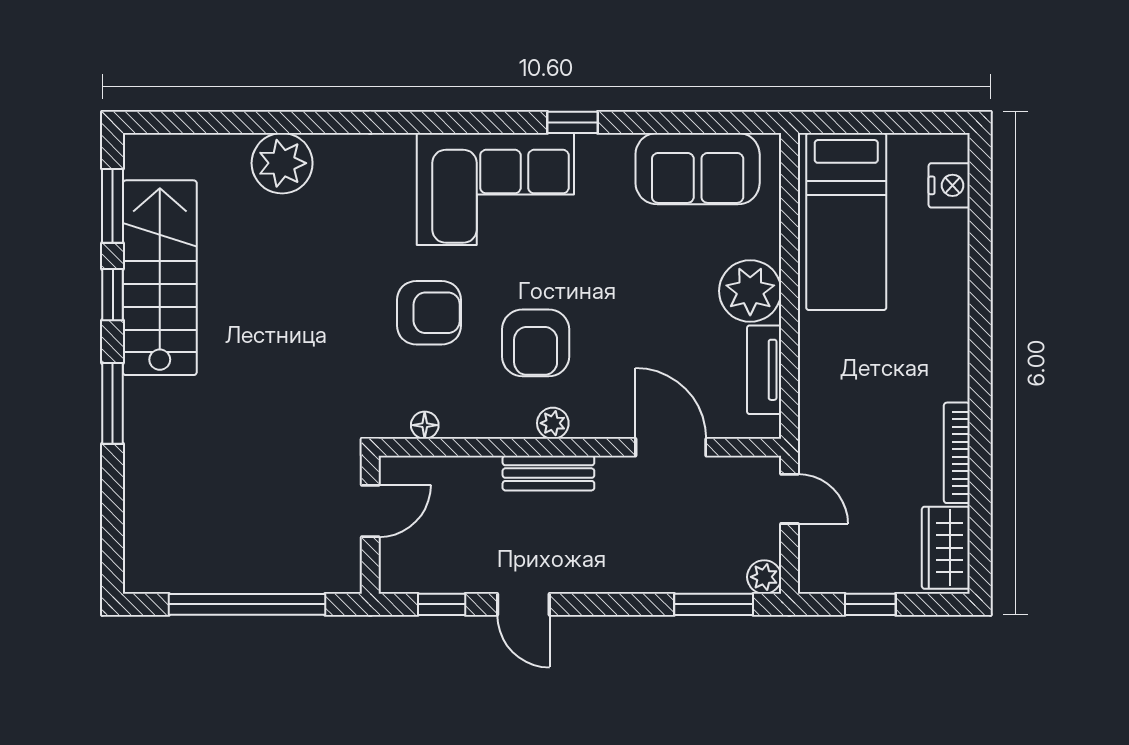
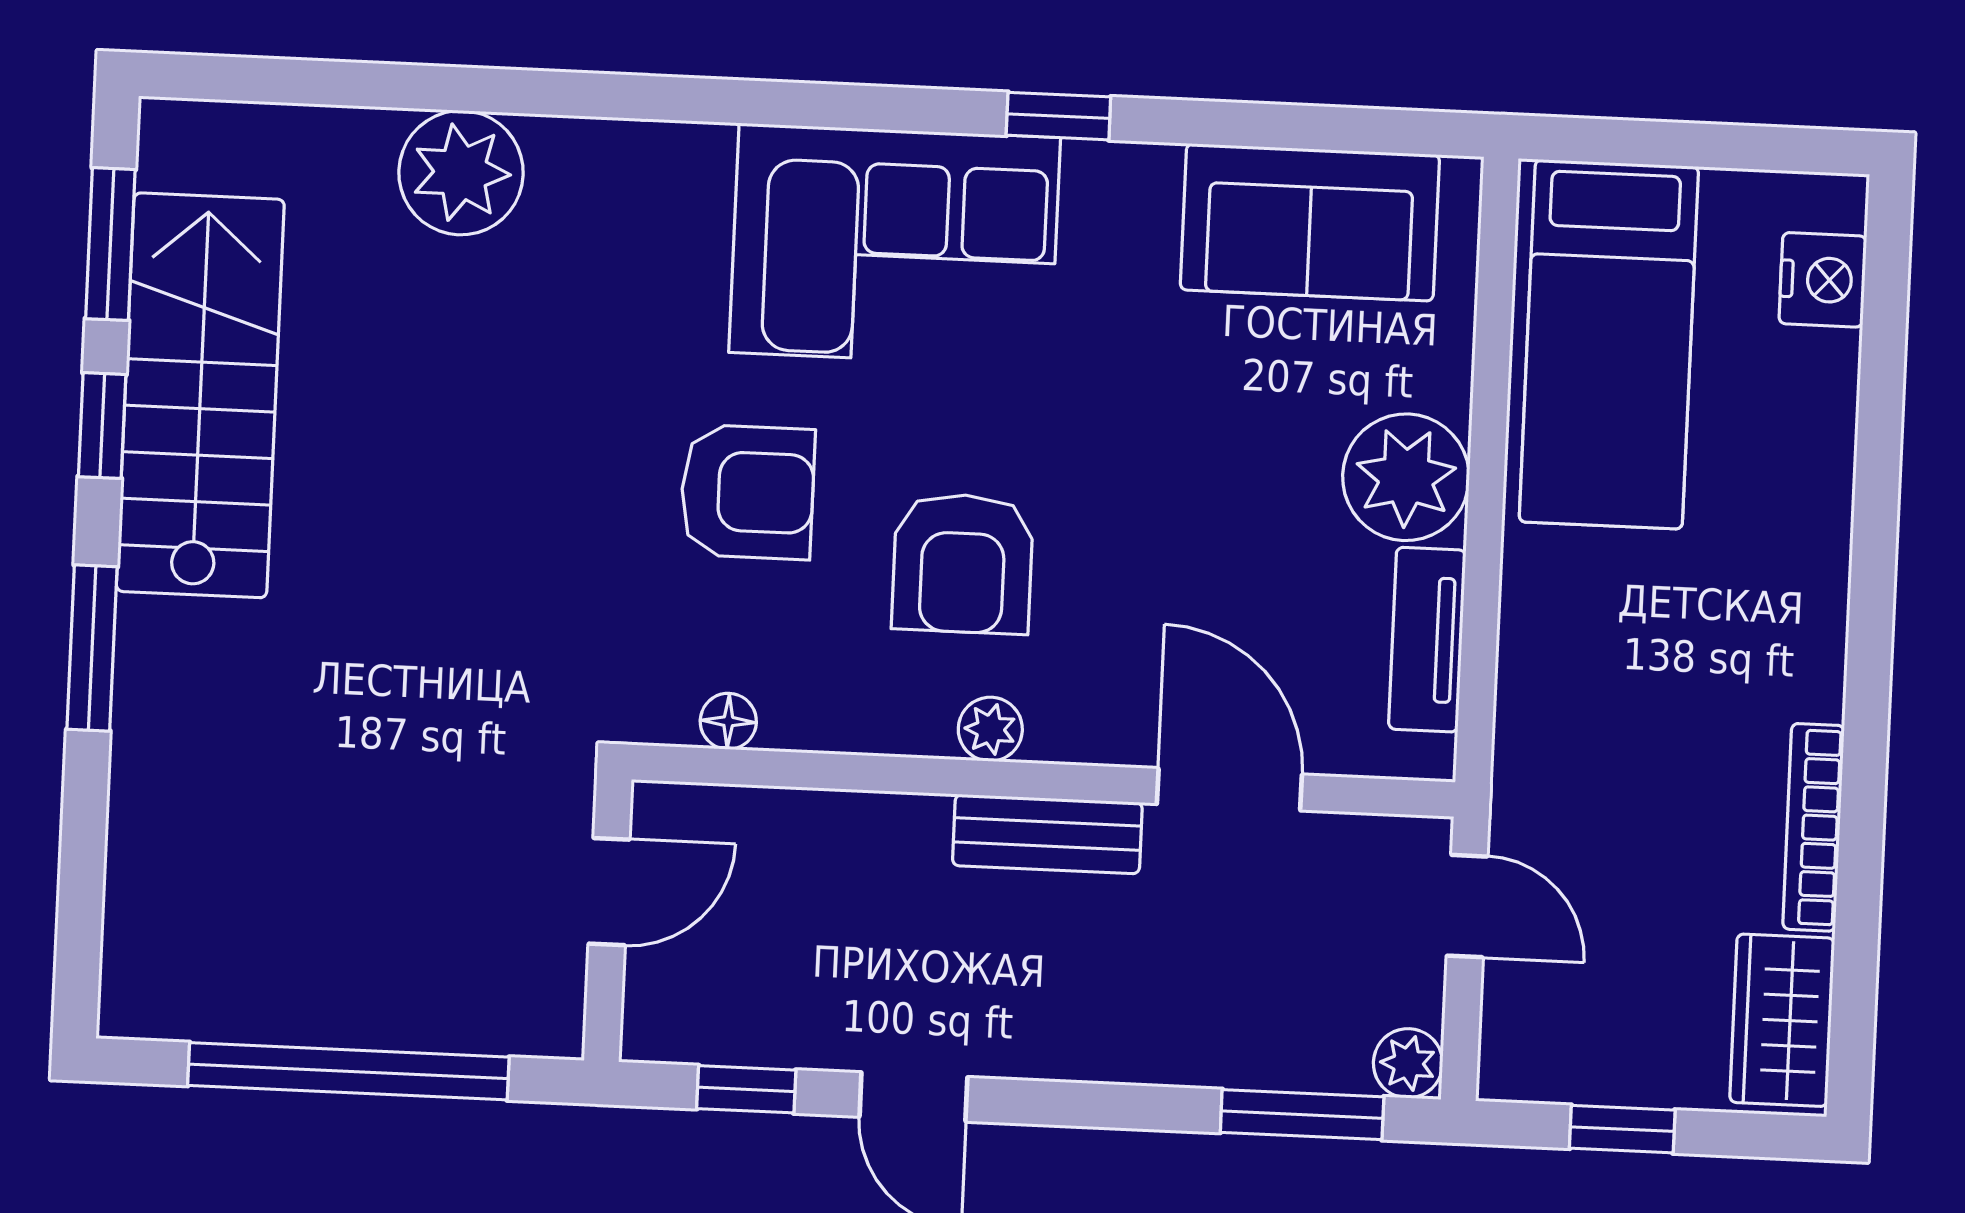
bench: (548, 473) -> (1047, 834), moved

